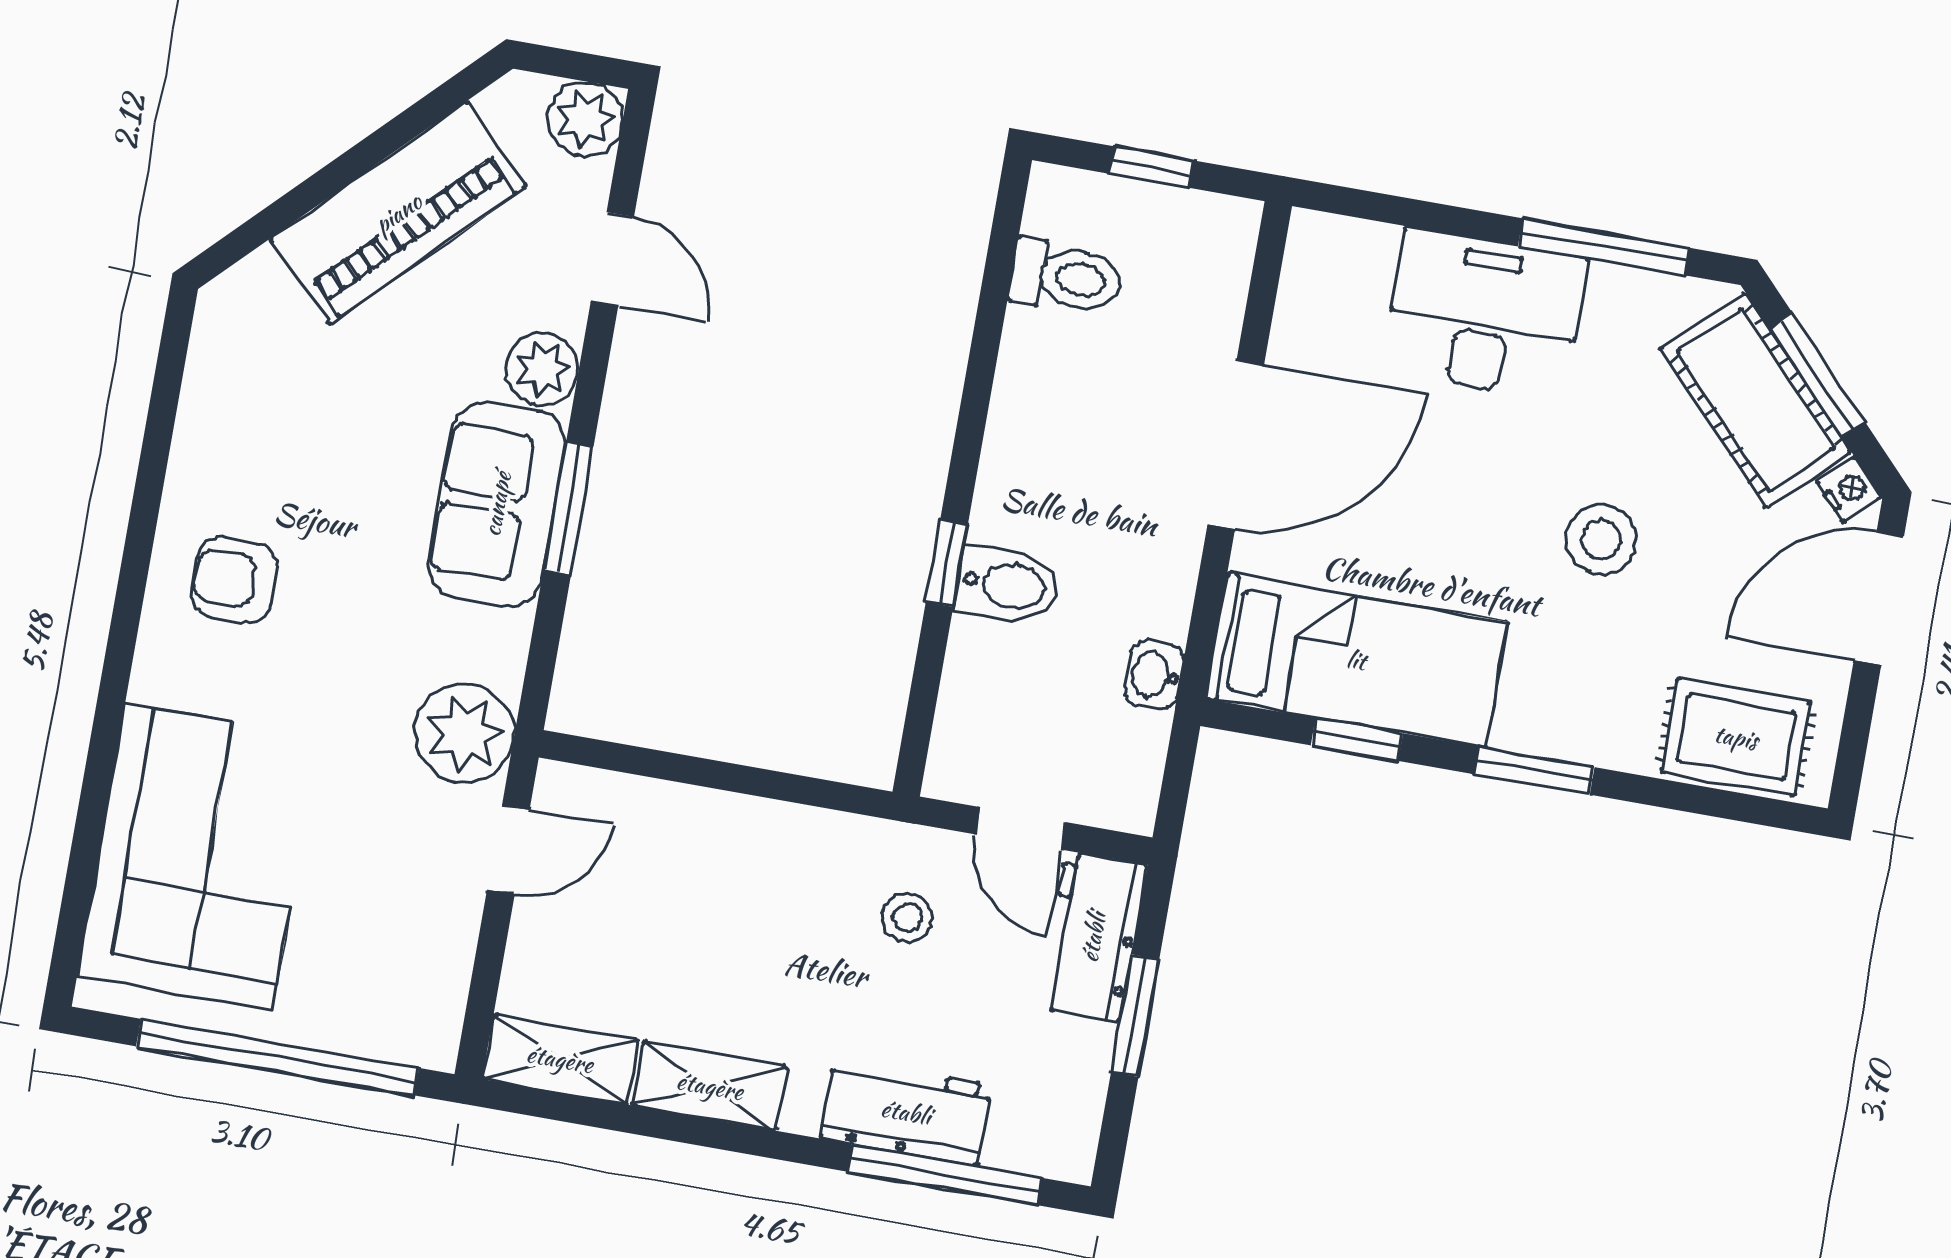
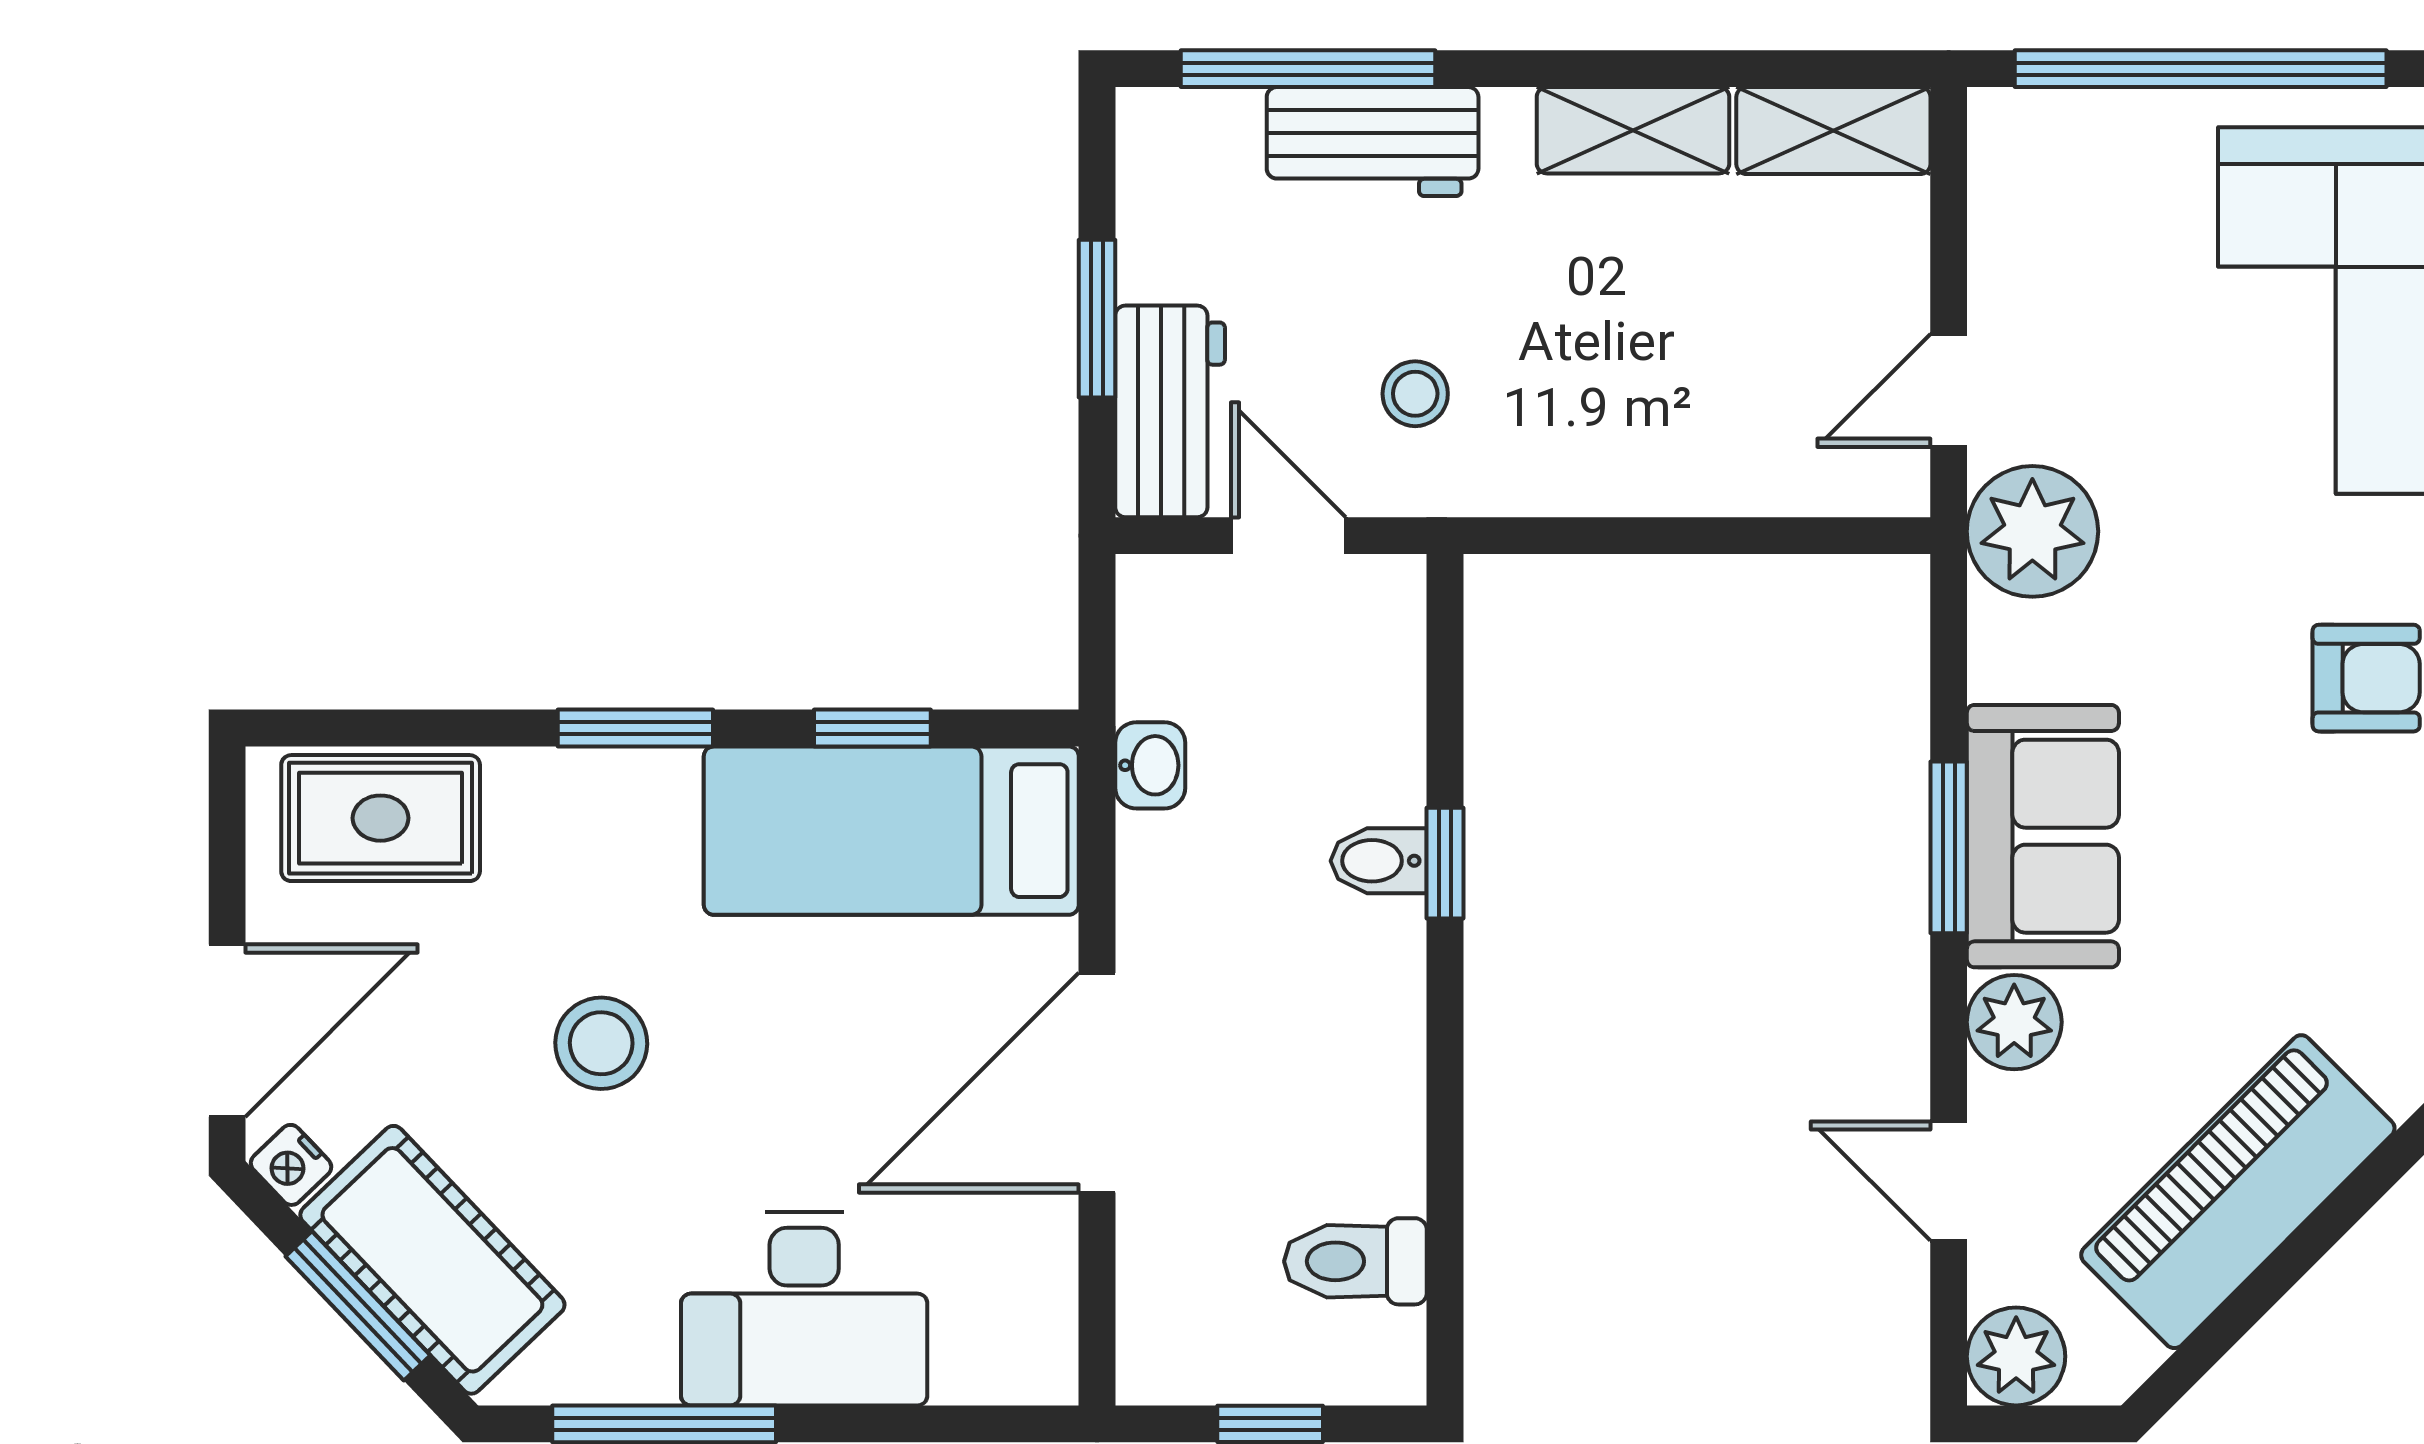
bidet: (1007, 585) -> (1379, 861), width x0.72, depth x0.74

